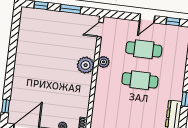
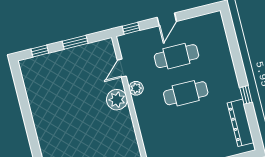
window: (173, 22) -> (131, 28), moved
door: (100, 30) -> (122, 68), moved

